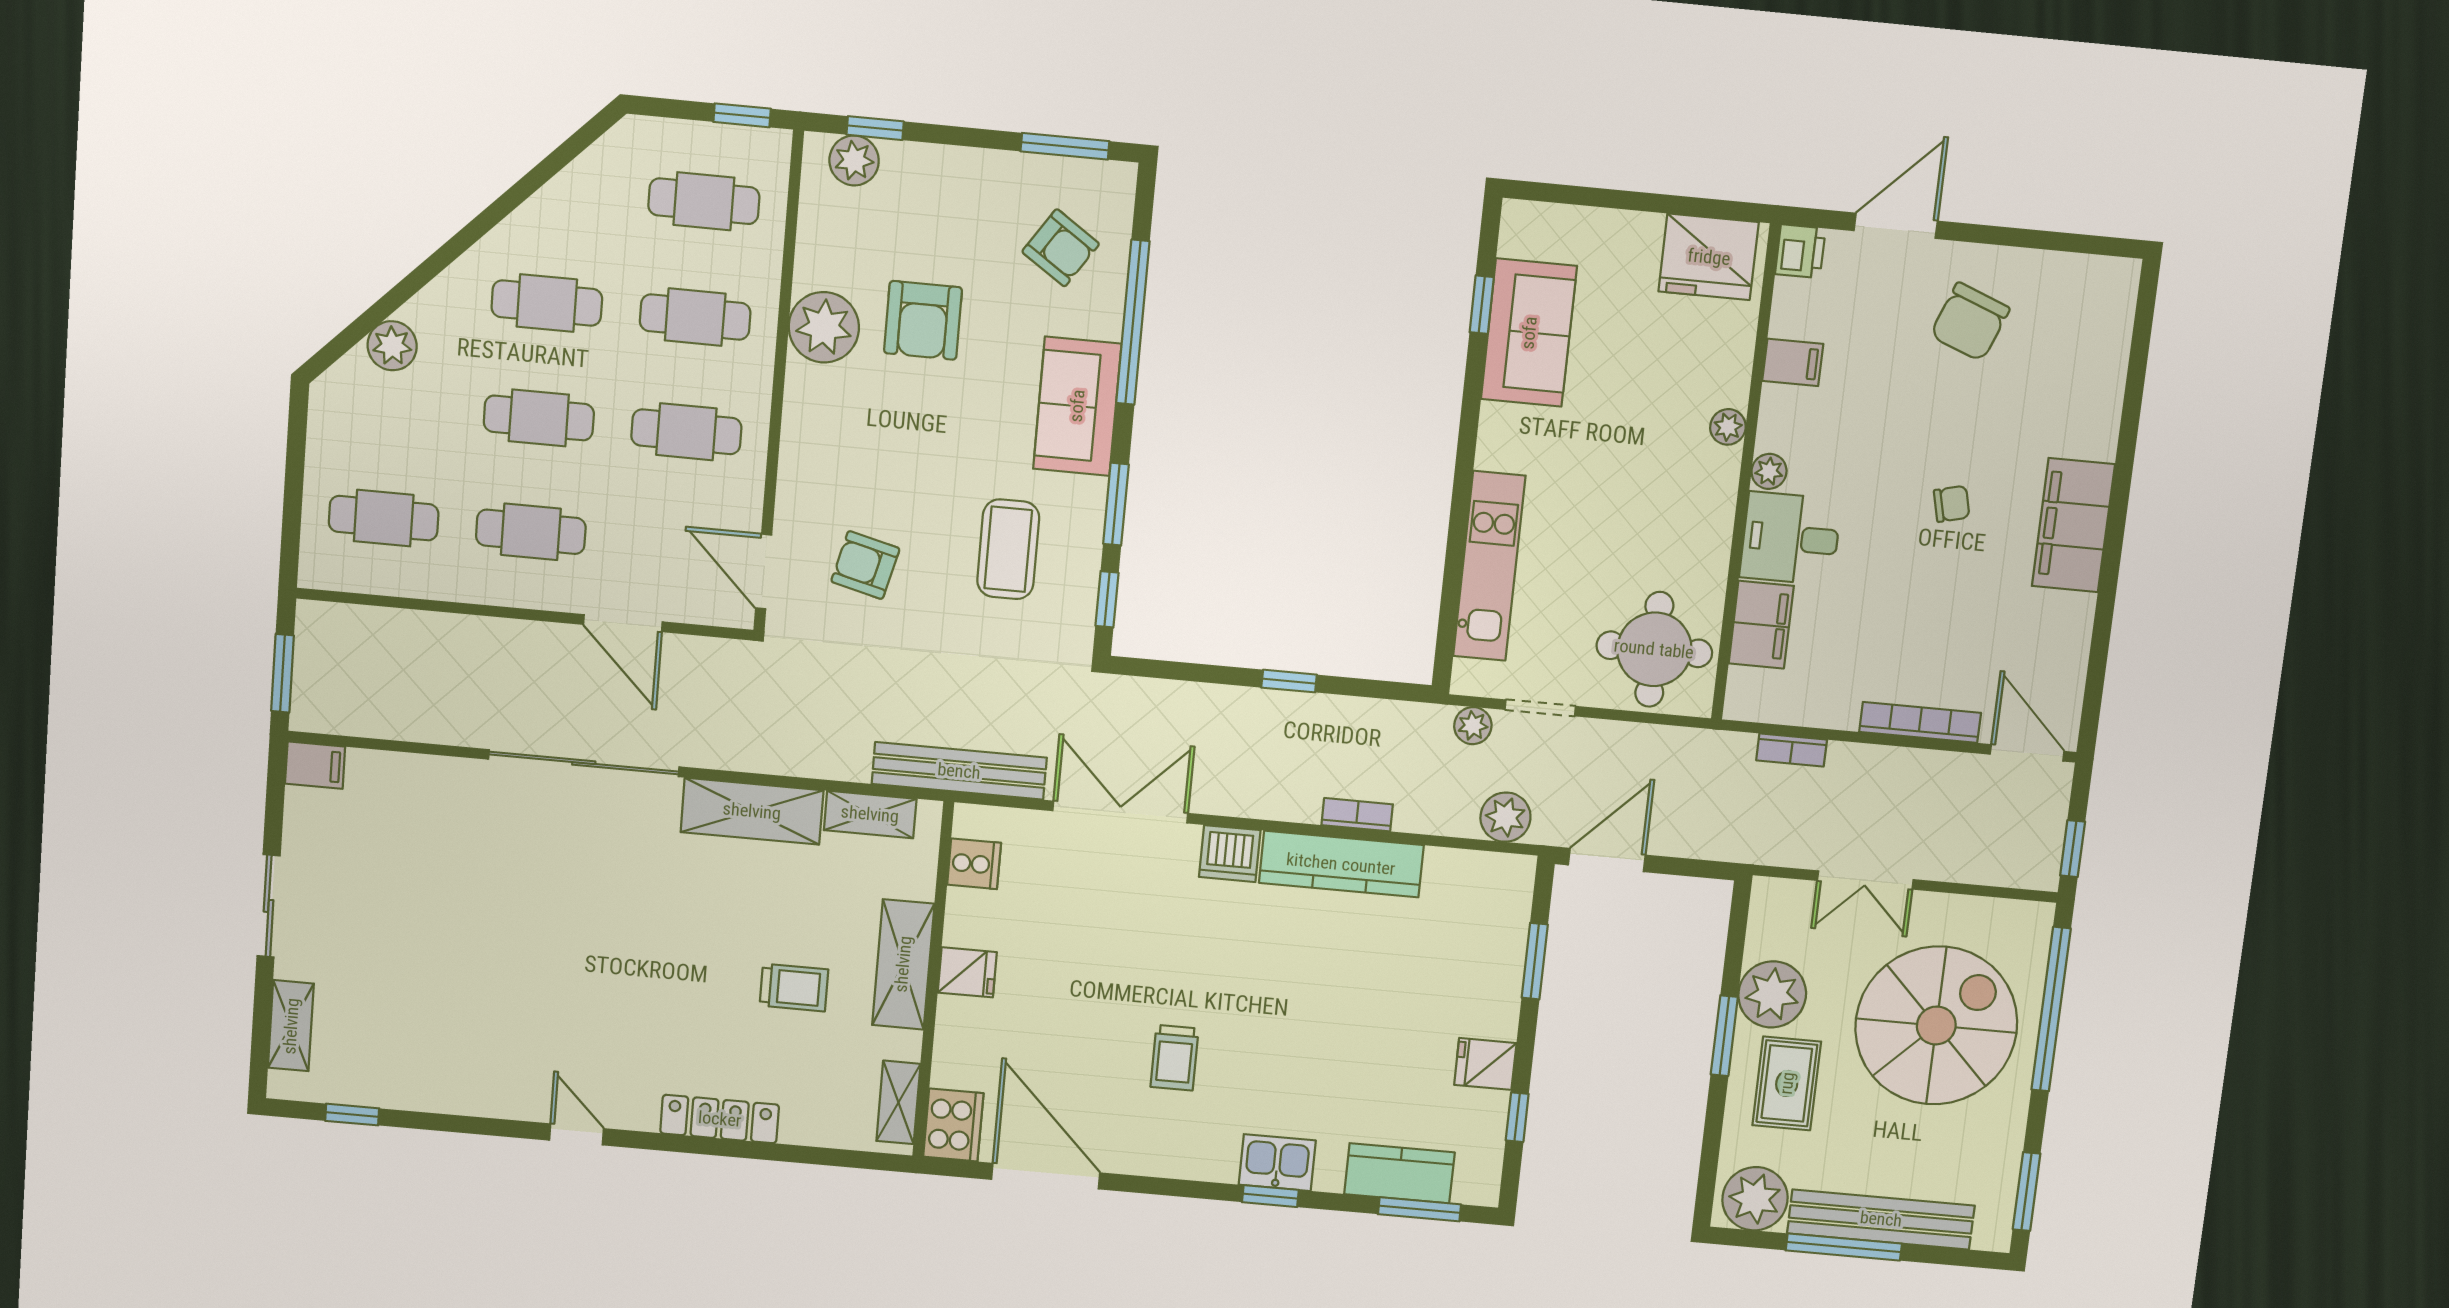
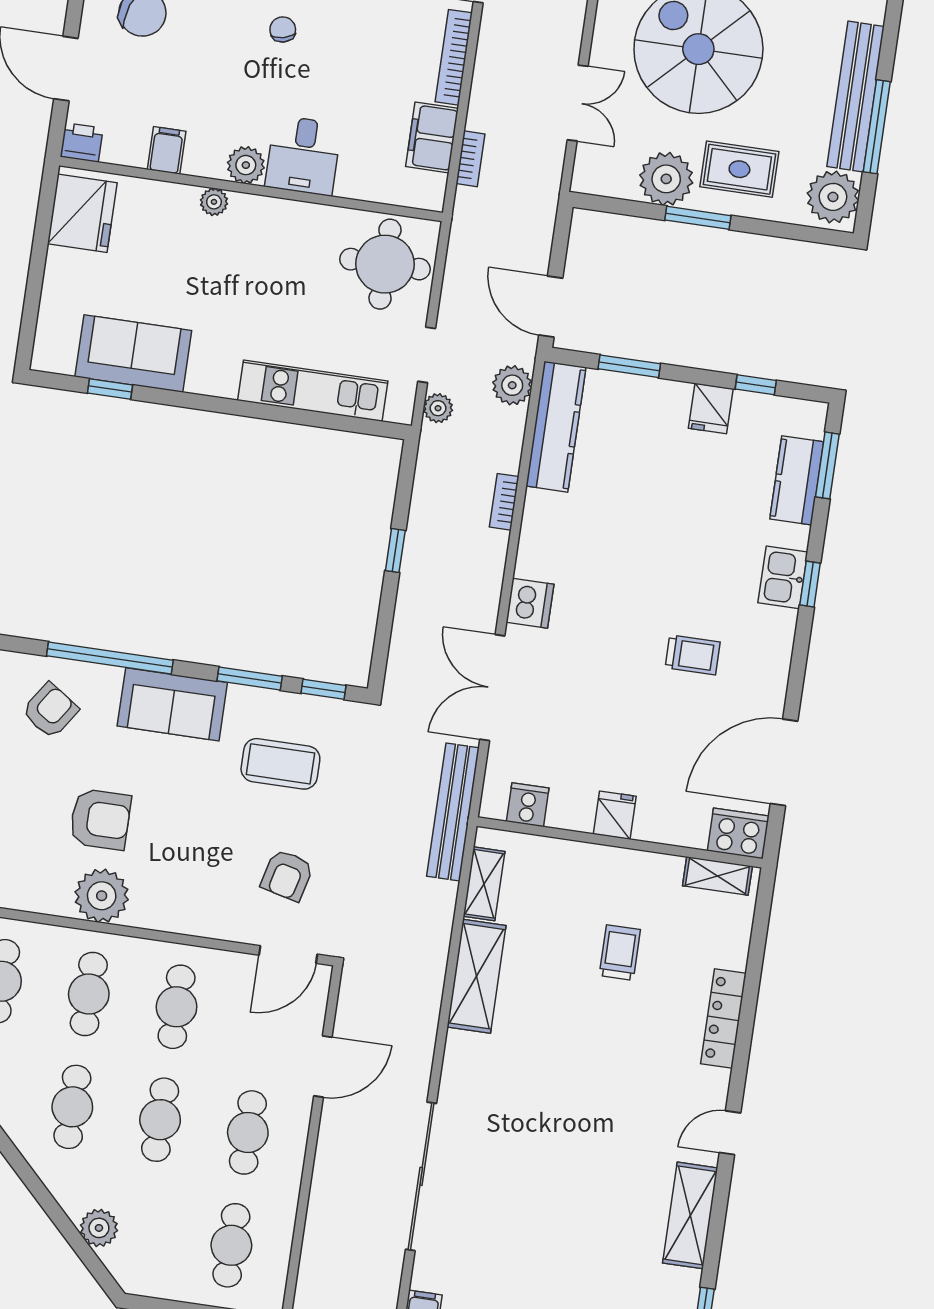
plant: (1769, 471) -> (246, 165), width x1.38, depth x1.38
filing cabinet: (1761, 625) -> (432, 137), moved, turned -90
sliding door: (584, 763) -> (421, 1176), moved
kitchen counter: (1341, 864) -> (556, 427), moved
shelving: (903, 964) -> (690, 1215), moved, turned 90

